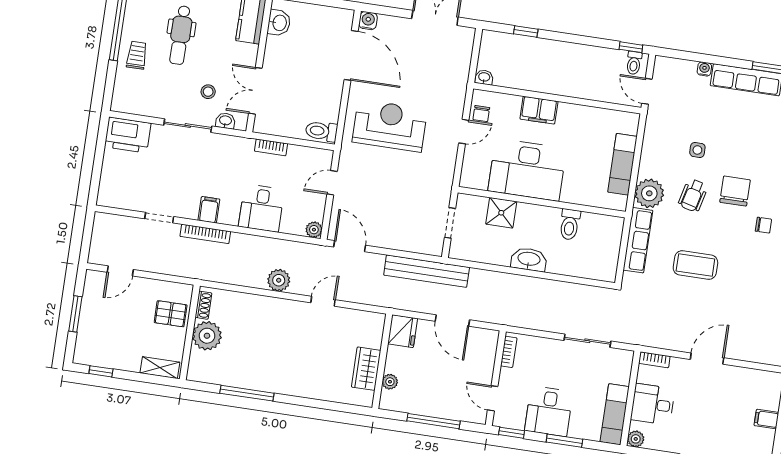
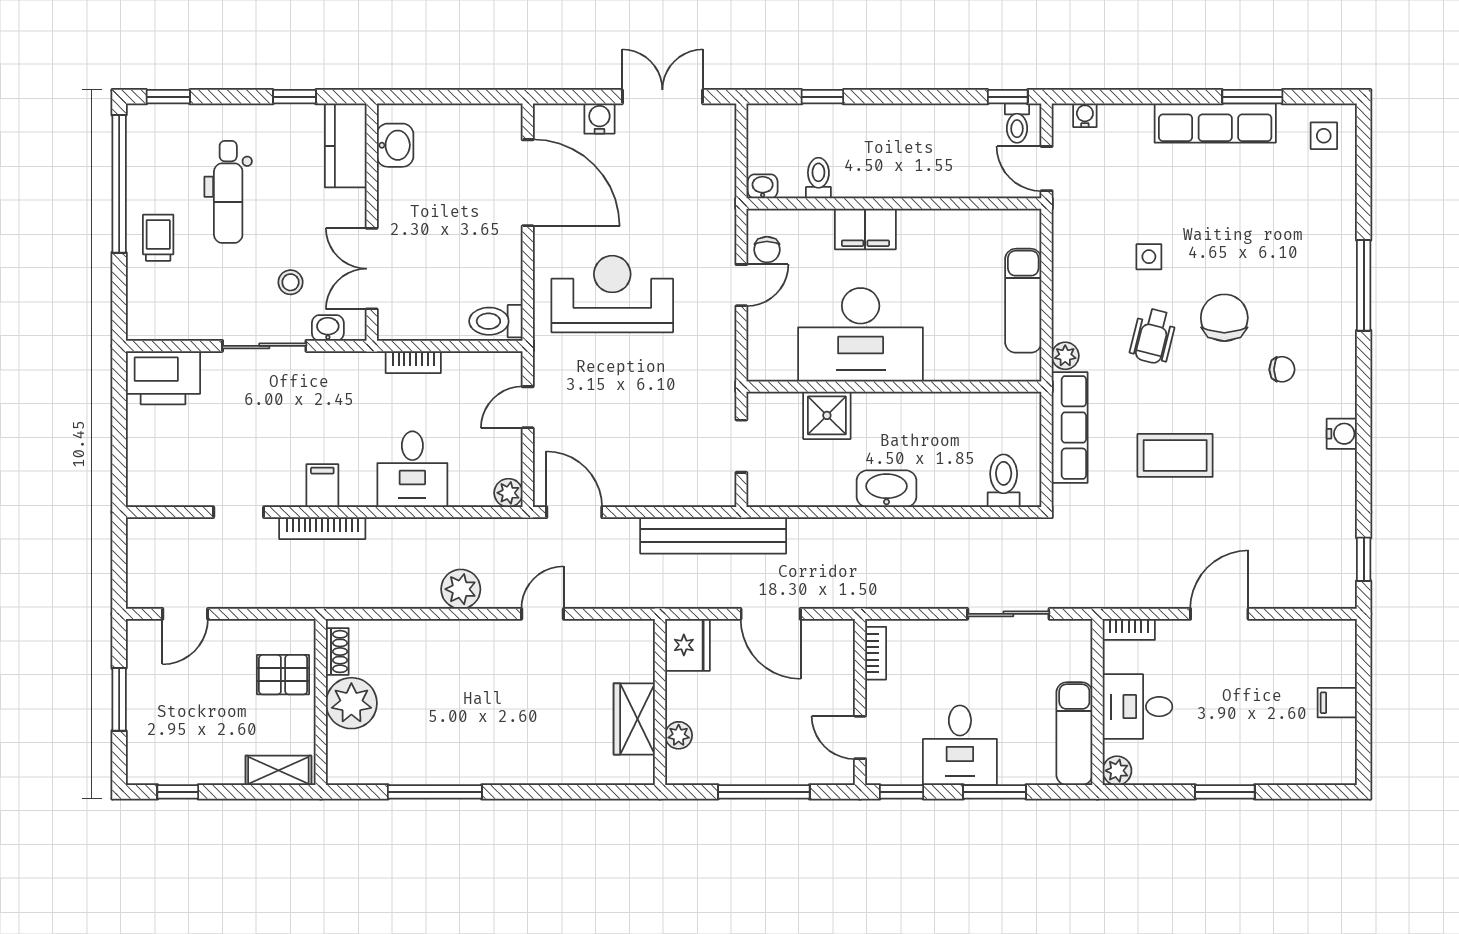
water cooler: (368, 21) -> (599, 119), moved
water cooler: (704, 69) -> (1085, 115), moved
toilet: (517, 77) -> (818, 178), added
plant: (649, 193) -> (1065, 356), width x0.53, depth x0.53
toilet: (570, 224) -> (1004, 481), moved, turned 180

